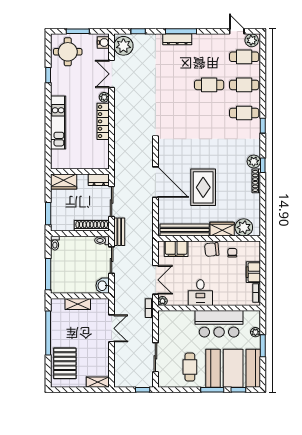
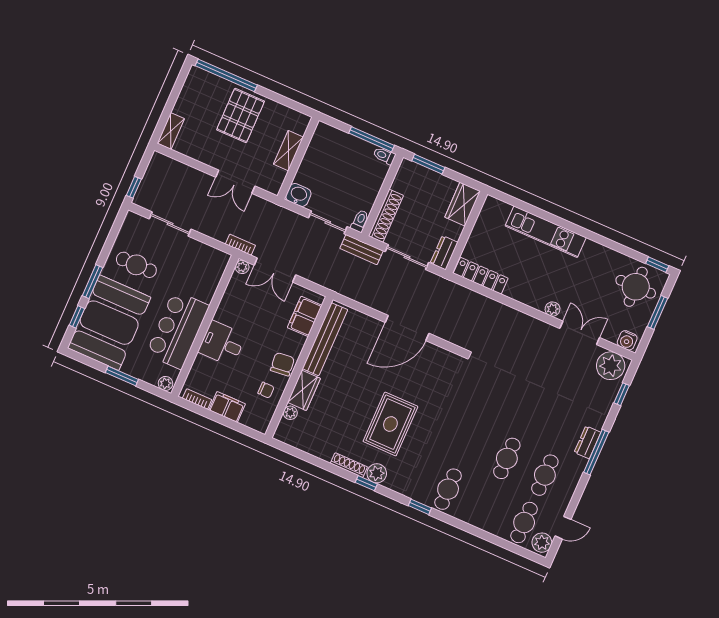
dresser: (177, 39) -> (588, 442), width x0.70
window: (48, 75) -> (657, 265), moved
cafe table: (244, 85) -> (545, 475), moved
locker: (103, 121) -> (481, 276), moved
rug: (203, 187) -> (390, 424), moved, turned 90
plant: (244, 227) -> (290, 413), width x0.53, depth x0.53
window: (48, 274) -> (372, 139), moved
desk: (200, 293) -> (222, 343), moved
plant: (255, 332) -> (166, 383), moved
window: (48, 333) -> (226, 75), moved
pallet: (65, 363) -> (241, 115), moved, turned 90

